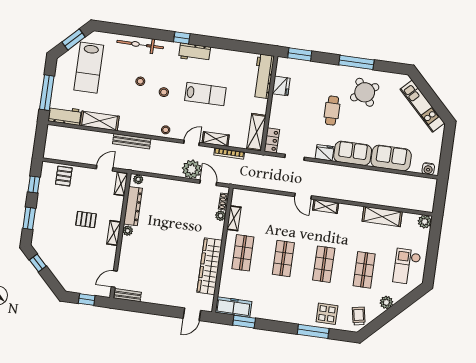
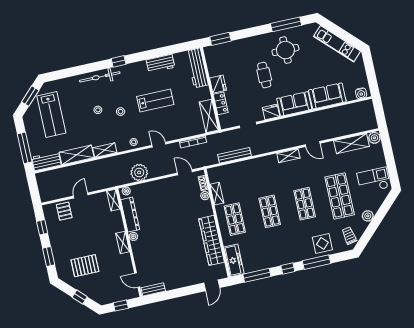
bicycle: (140, 45) -> (100, 77), moved
workbench: (195, 52) -> (161, 64), moved
window: (356, 62) -> (286, 24), moved
fridge: (281, 86) -> (218, 84), moved
round table: (365, 92) -> (285, 50), turned 34
shelving: (216, 139) -> (105, 150), moved
locker: (272, 140) -> (221, 103), moved
bench: (132, 141) -> (235, 155), moved
door: (192, 143) -> (159, 145), hinge flipped
door: (105, 168) -> (81, 195), moved
plant: (192, 169) -> (139, 172), moved
door: (303, 196) -> (313, 144), moved
shelving: (382, 217) -> (351, 144), moved
pallet: (86, 220) -> (85, 266), moved, width x1.50, depth x1.42
window: (38, 263) -> (80, 297), moved
checkout: (407, 267) -> (374, 180), turned 90
shop shelf: (364, 270) -> (340, 196), width x1.43, depth x1.36
door: (114, 279) -> (137, 280), hinge flipped
freezer: (233, 307) -> (234, 260), moved, turned 90
window: (244, 322) -> (257, 275), width x1.44
window: (280, 327) -> (288, 268), added

